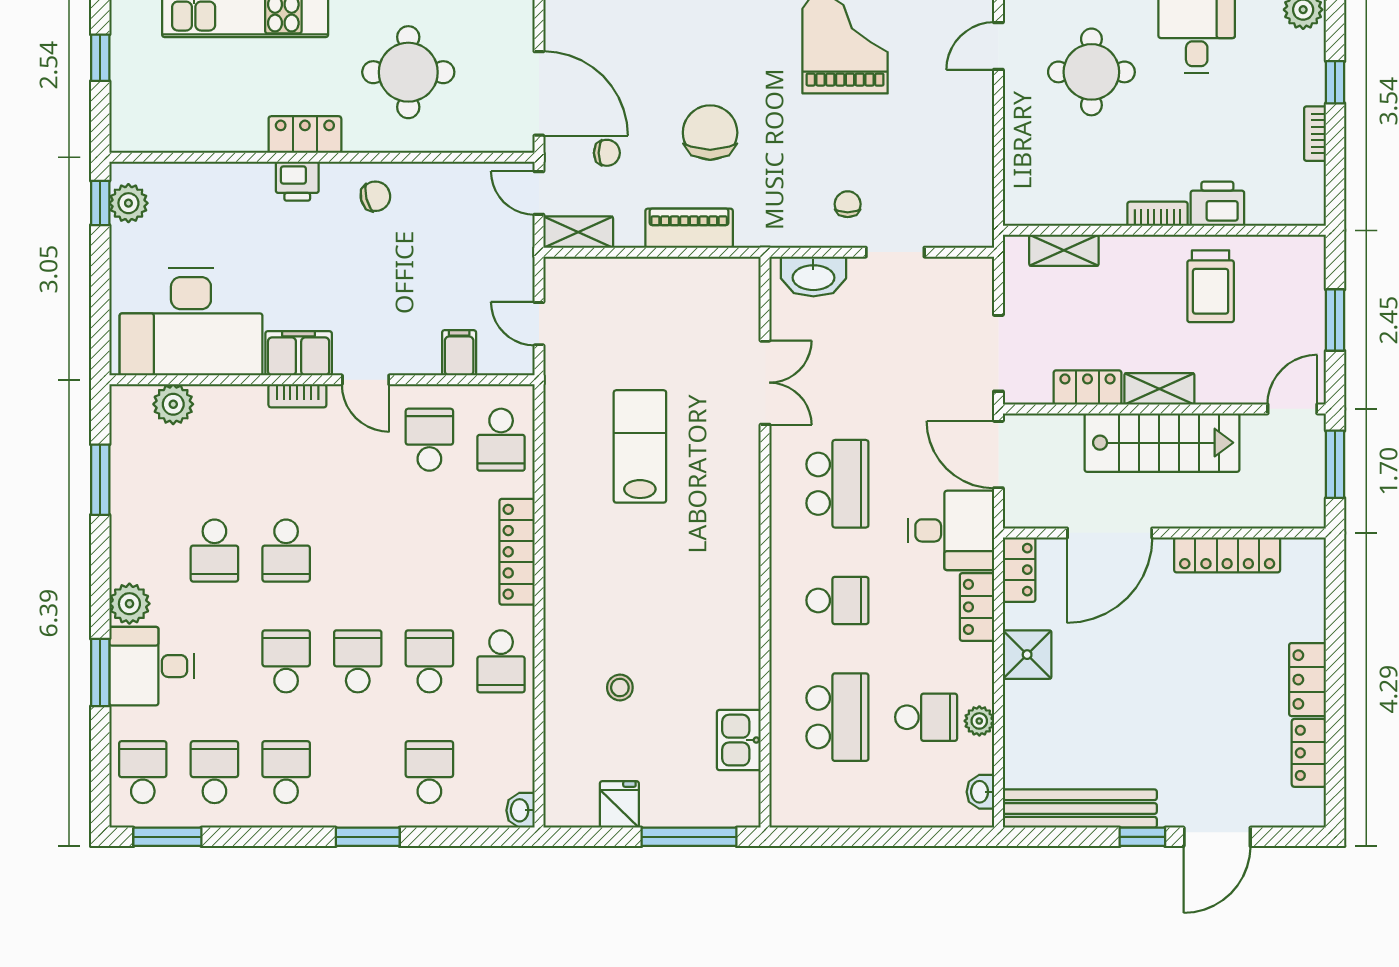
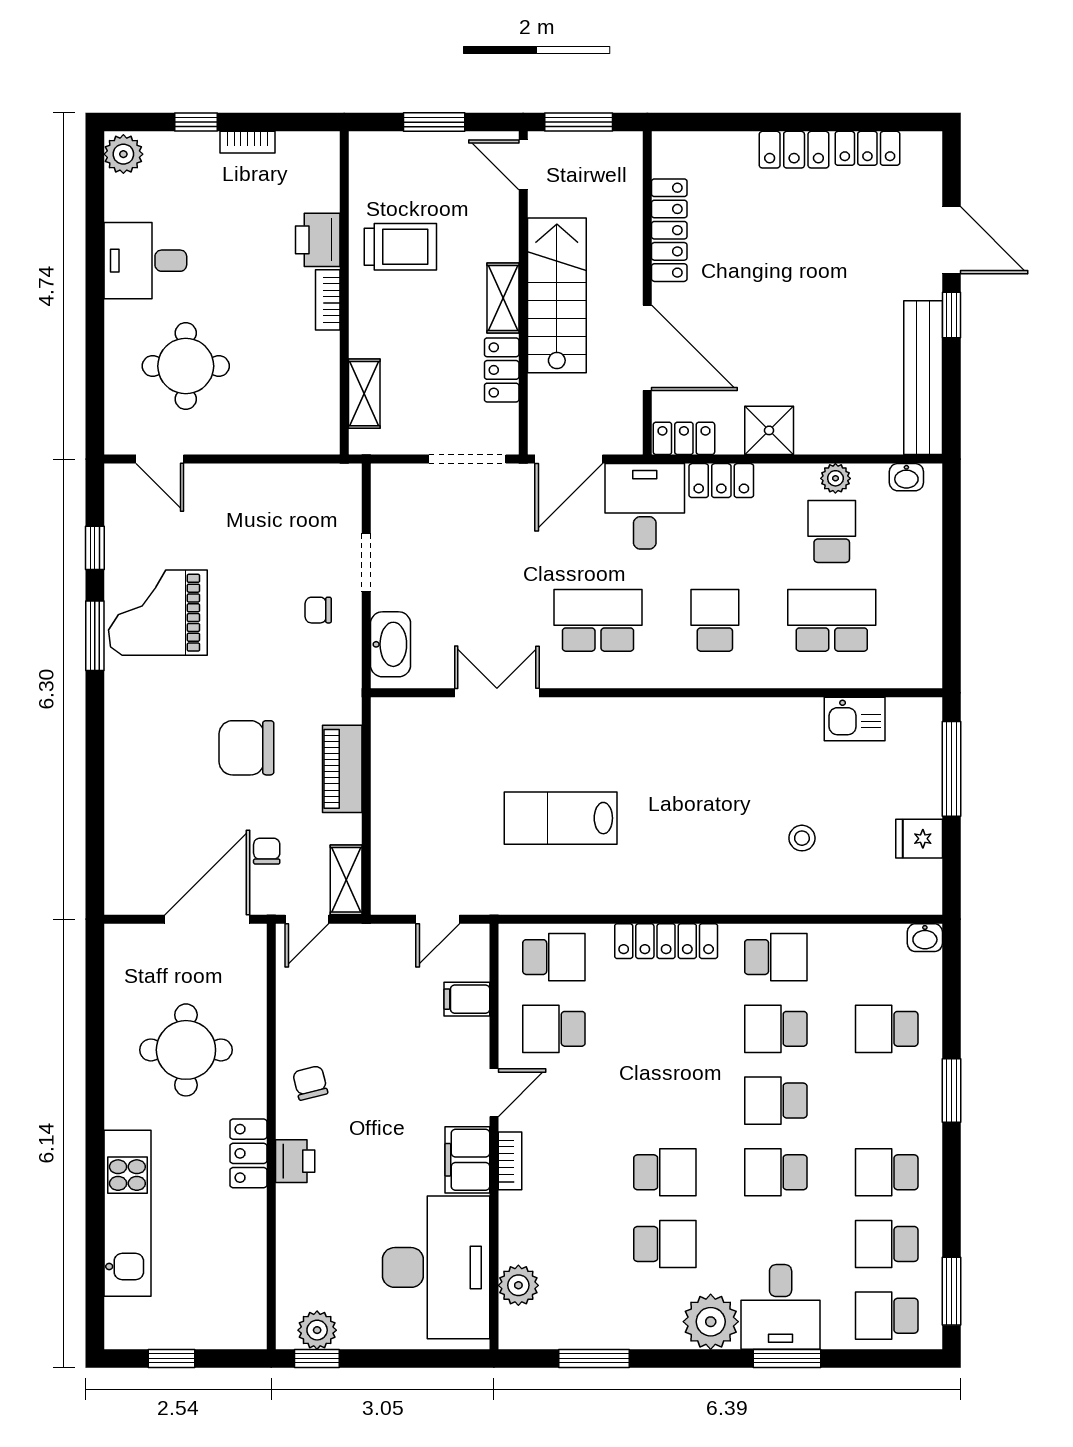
plant: (129, 604) -> (711, 1322), width x1.36, depth x1.36

